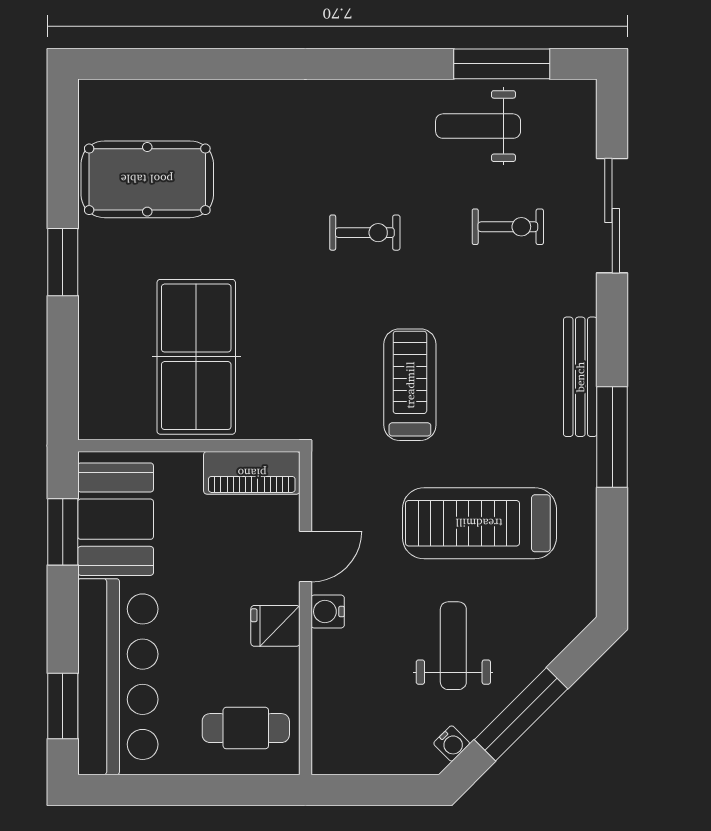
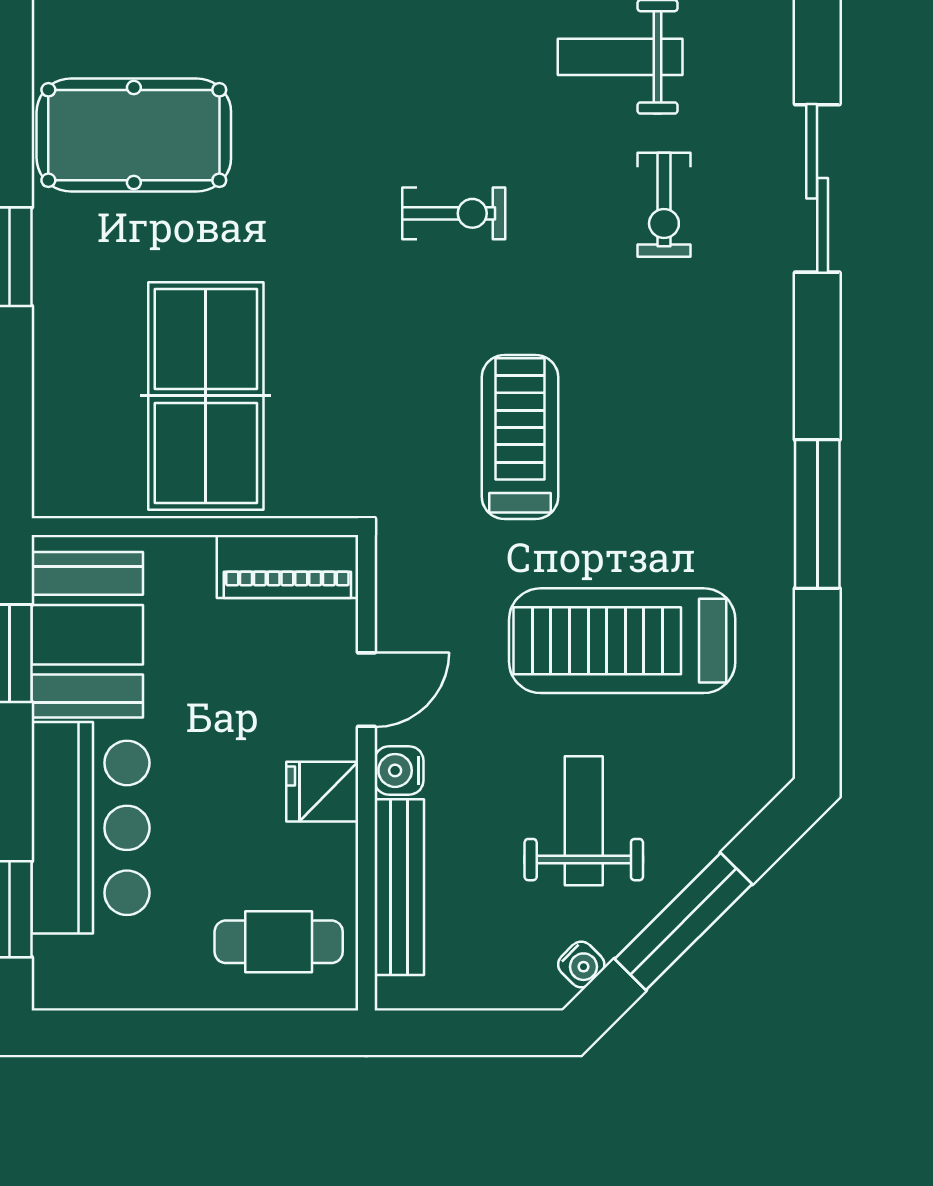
exercise bike: (508, 227) -> (664, 205), turned 90
bench: (580, 377) -> (399, 887), moved
bar counter: (118, 677) -> (90, 828), width x0.73

